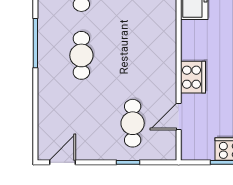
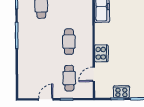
cafe table: (81, 55) -> (69, 42), moved
door: (63, 162) -> (46, 99), moved

